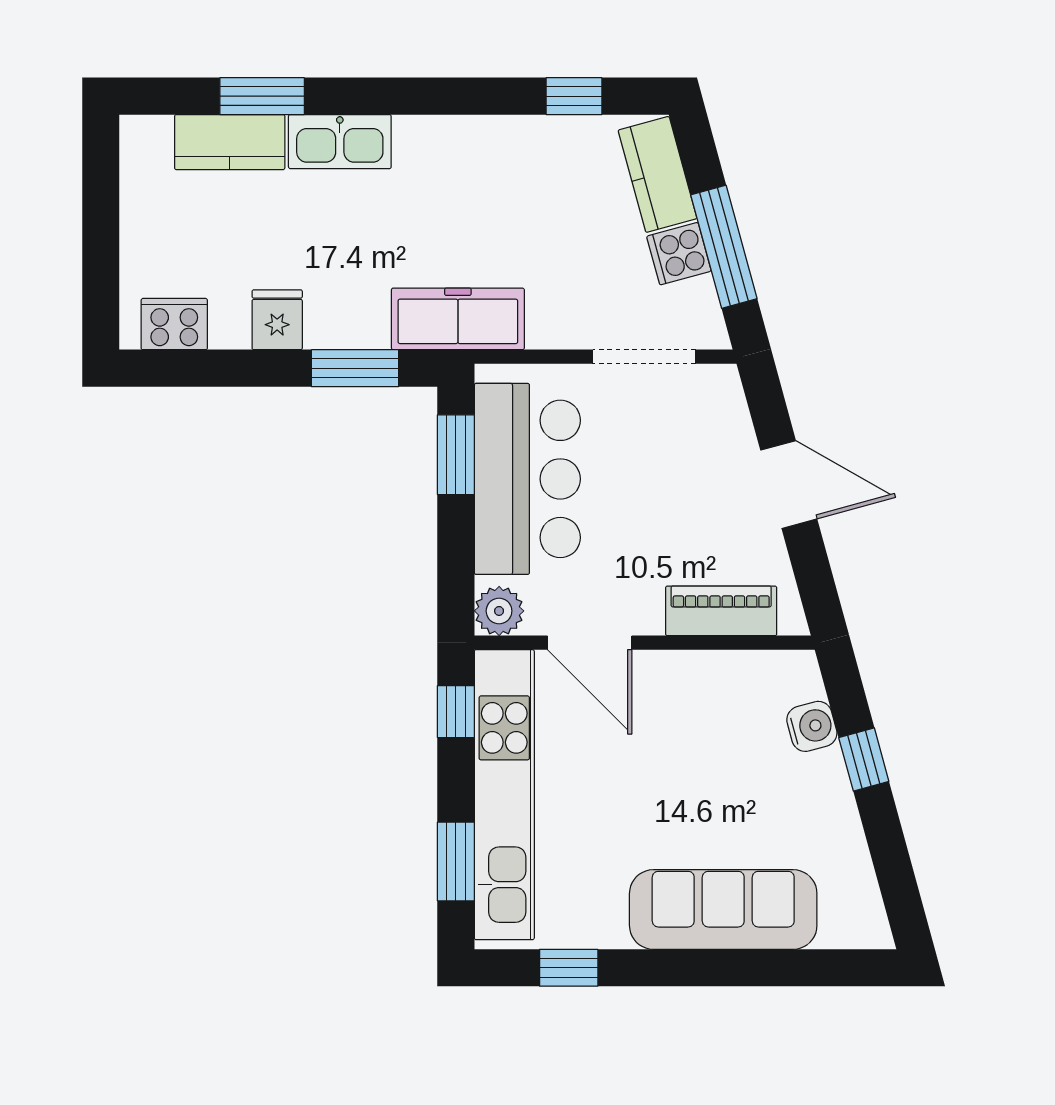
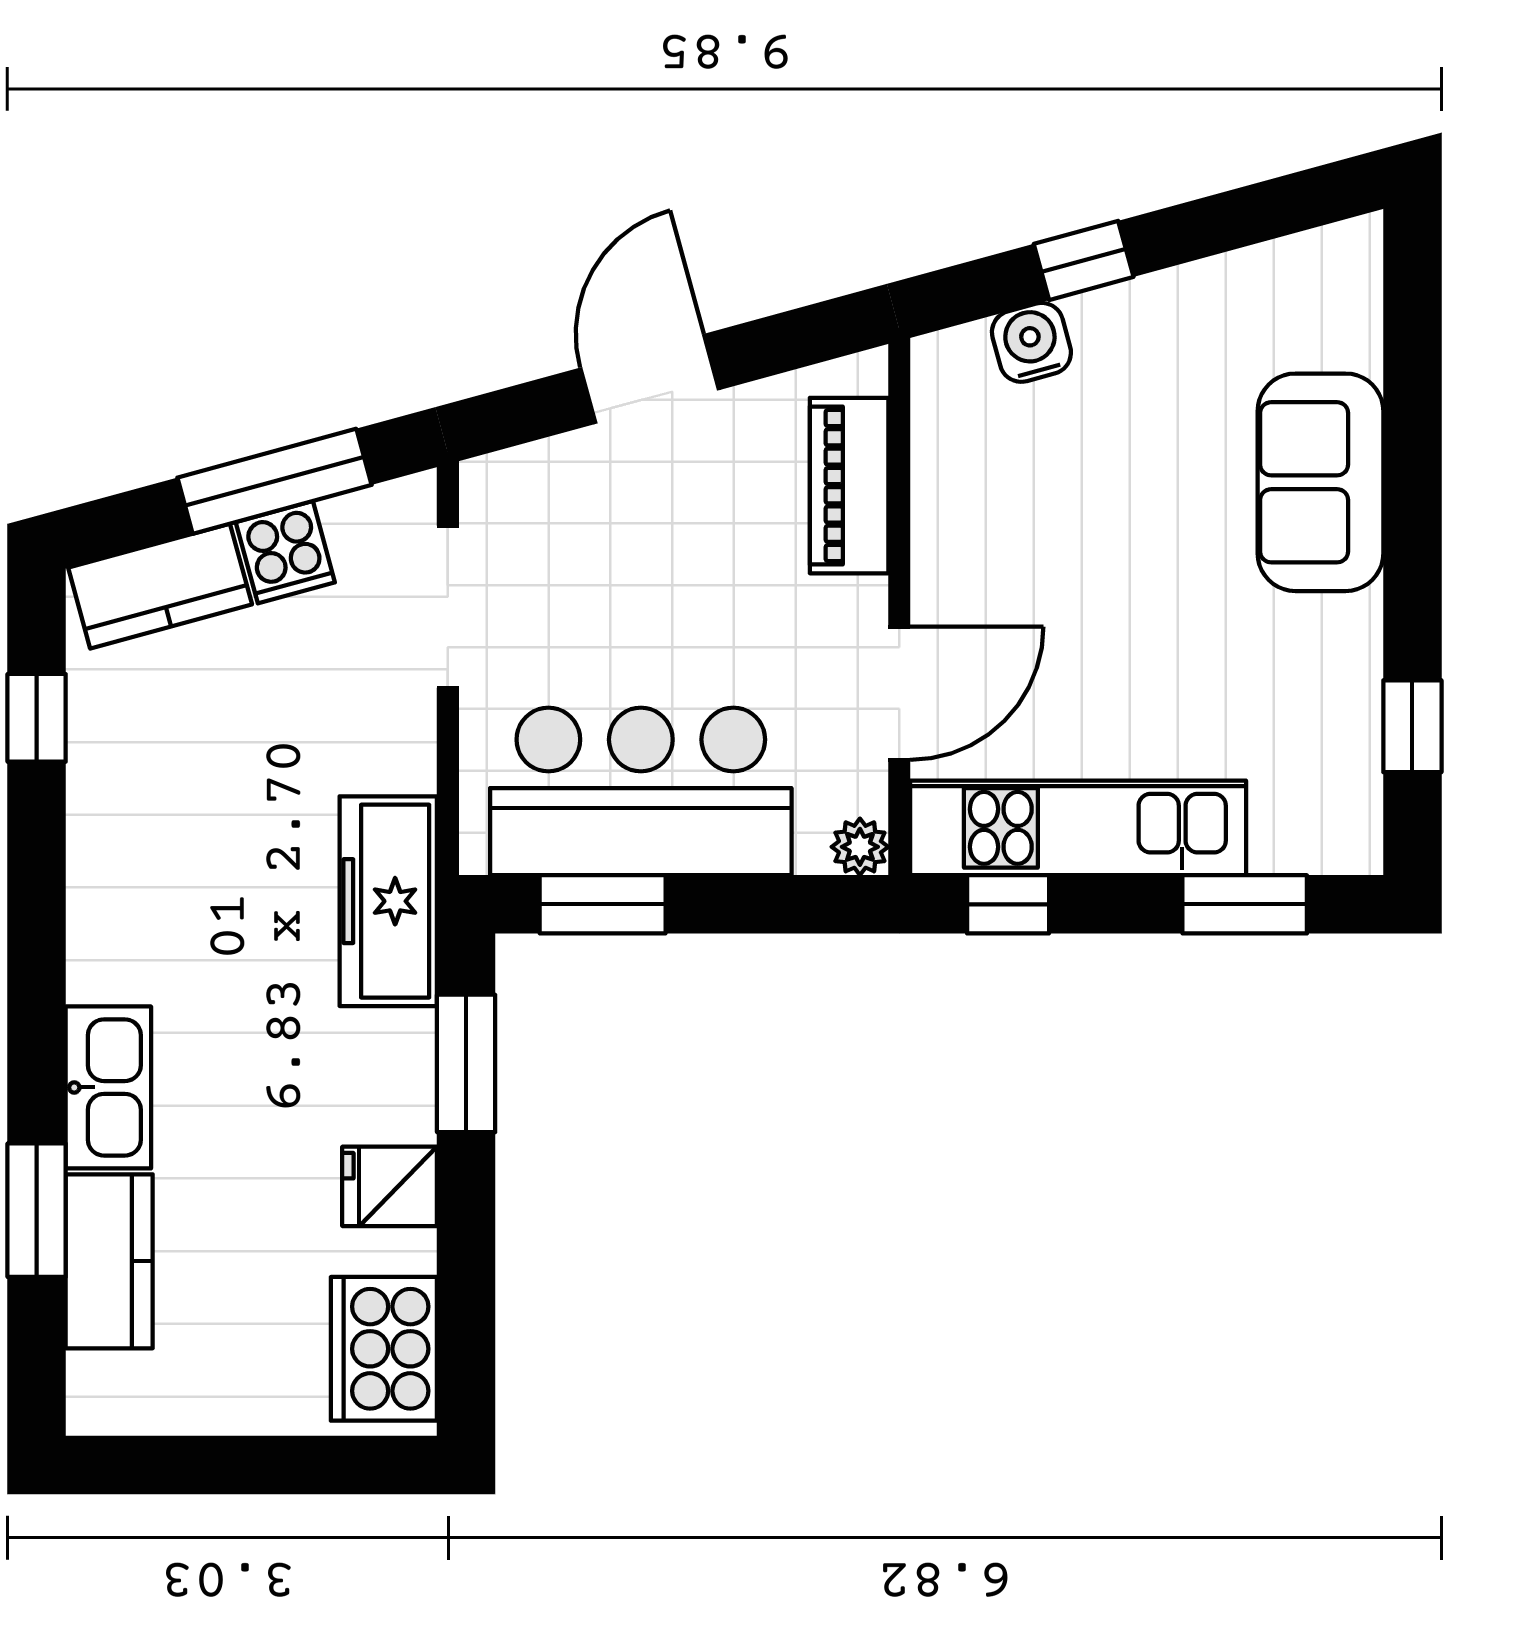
cooker: (174, 324) -> (384, 1349), width x1.37, depth x1.31
plant: (499, 611) -> (860, 847), width x0.73, depth x0.73
kitchen unit: (504, 795) -> (1078, 828), width x0.73
sofa: (723, 909) -> (1320, 482), width x0.73

